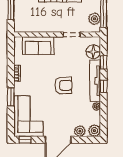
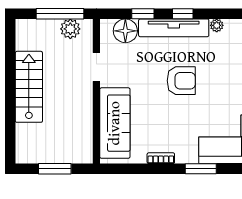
sofa: (38, 46) -> (115, 123), width x1.36
armchair: (63, 85) -> (181, 81), turned 90

